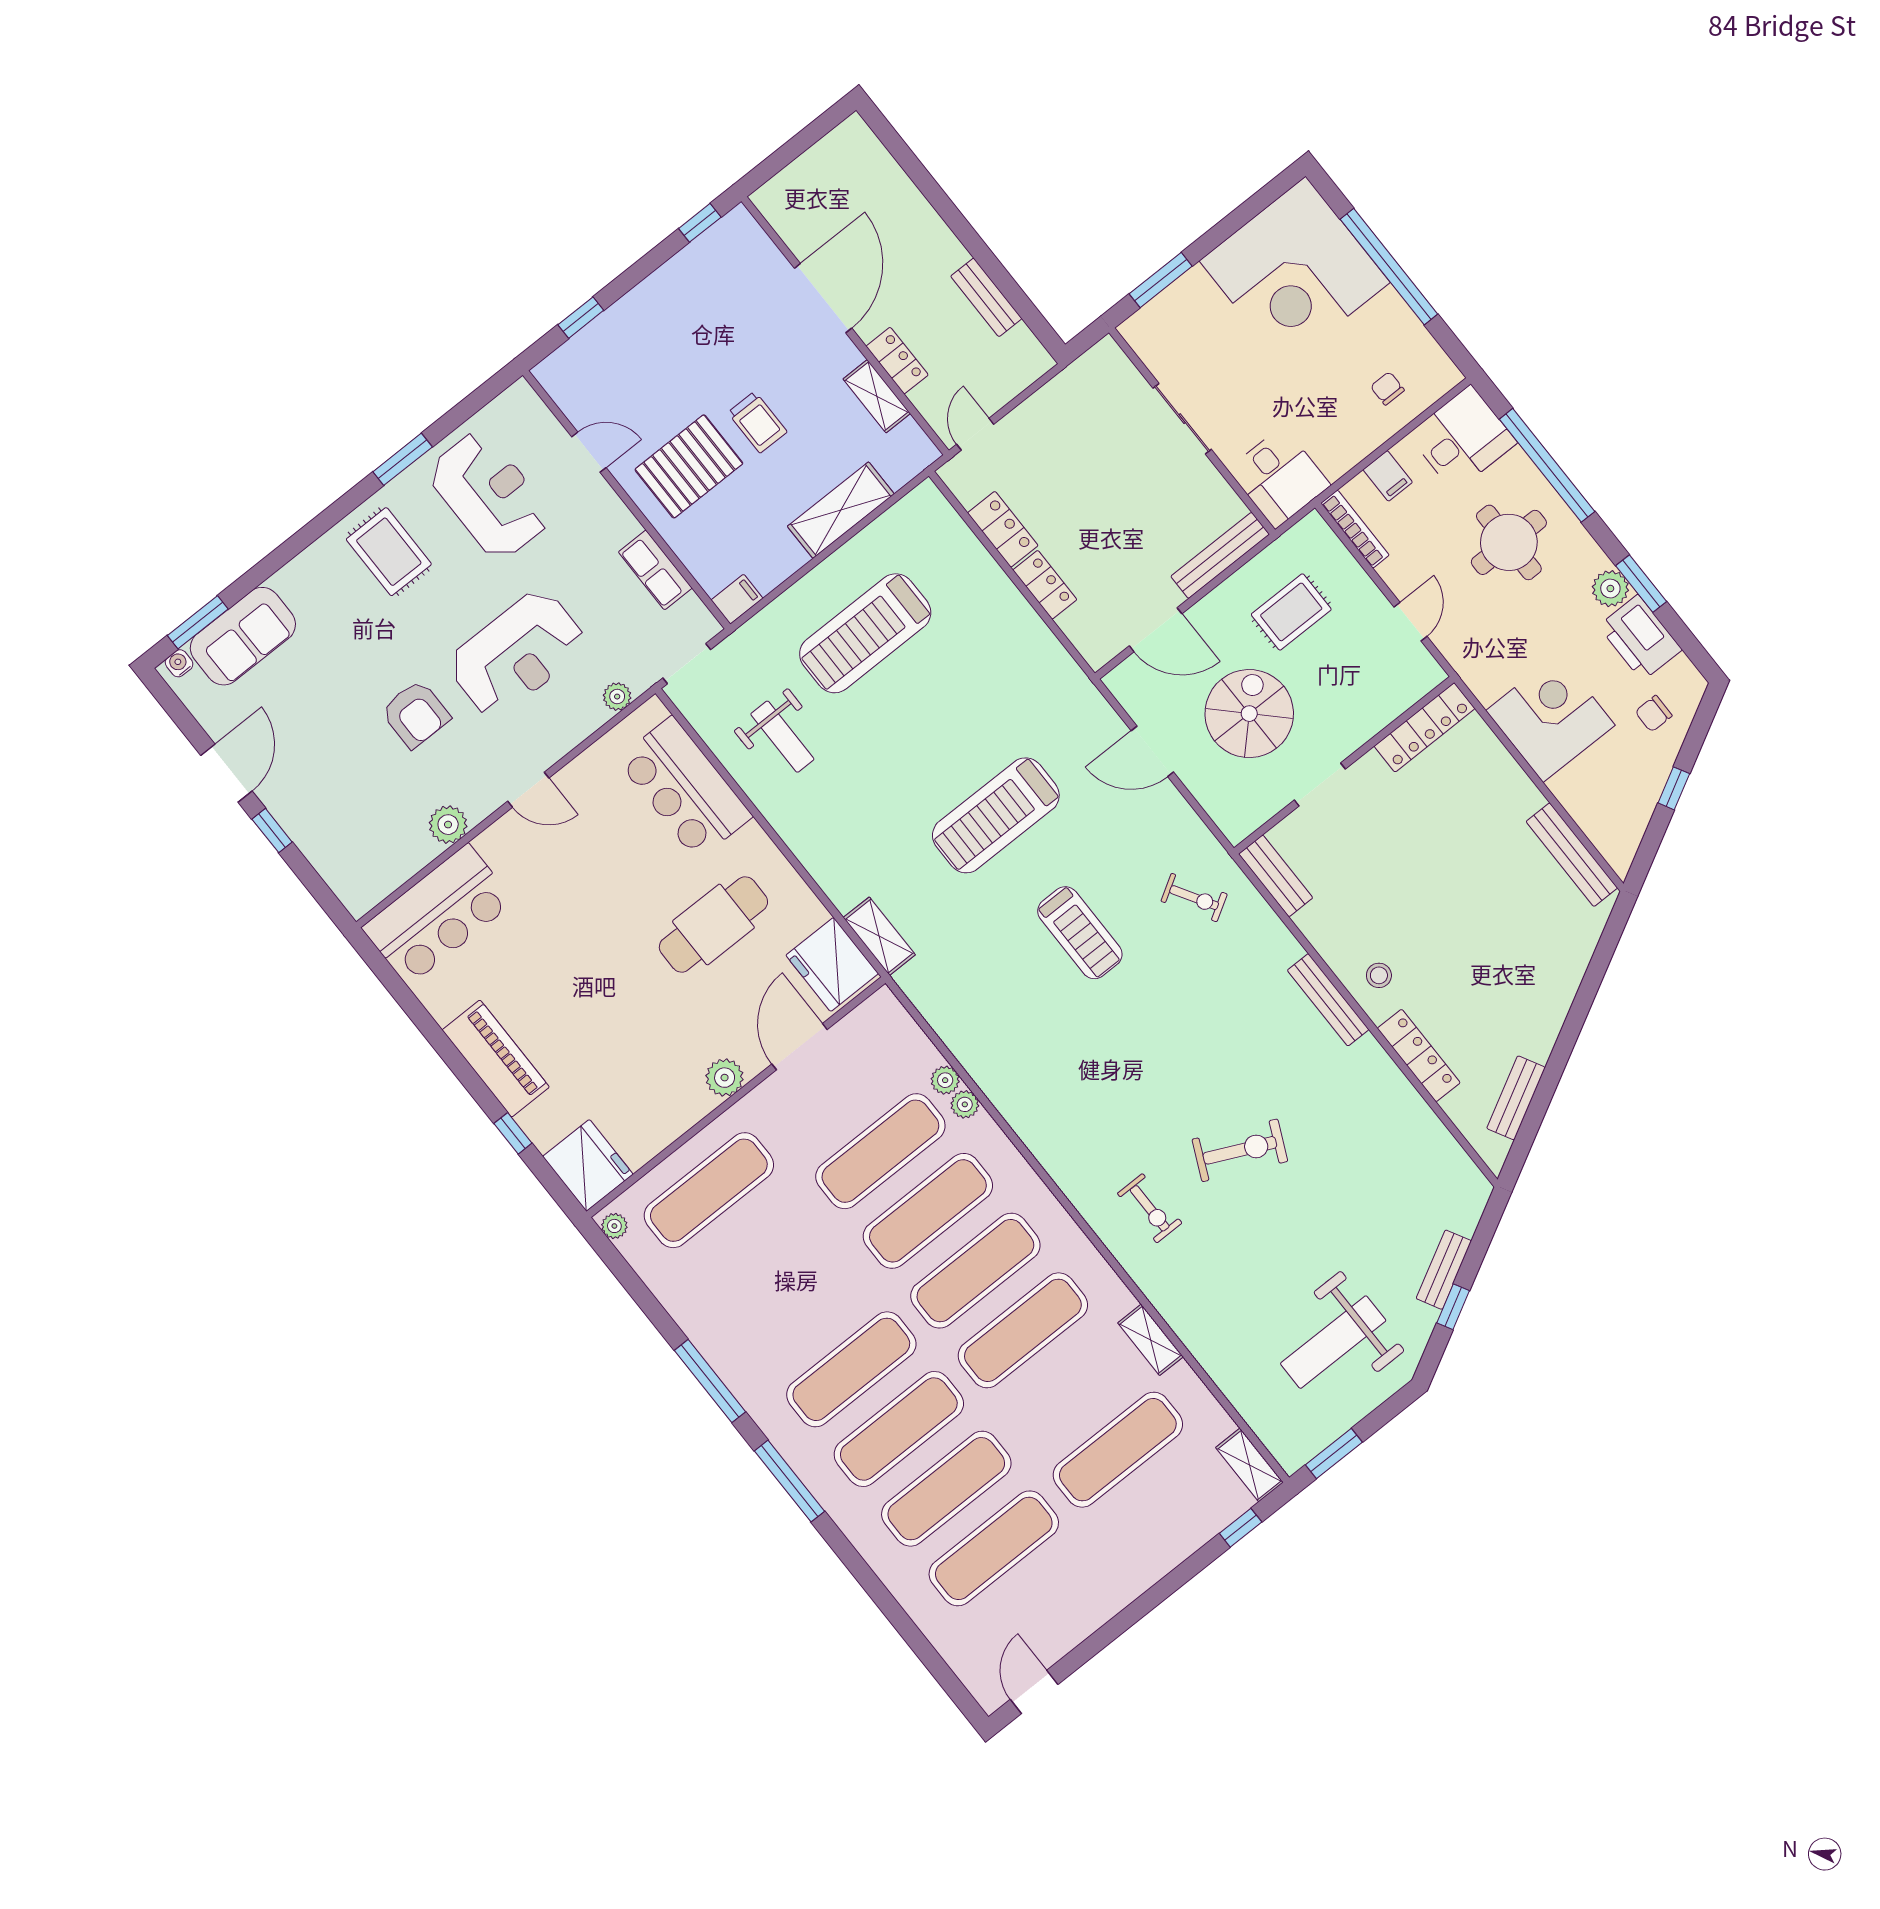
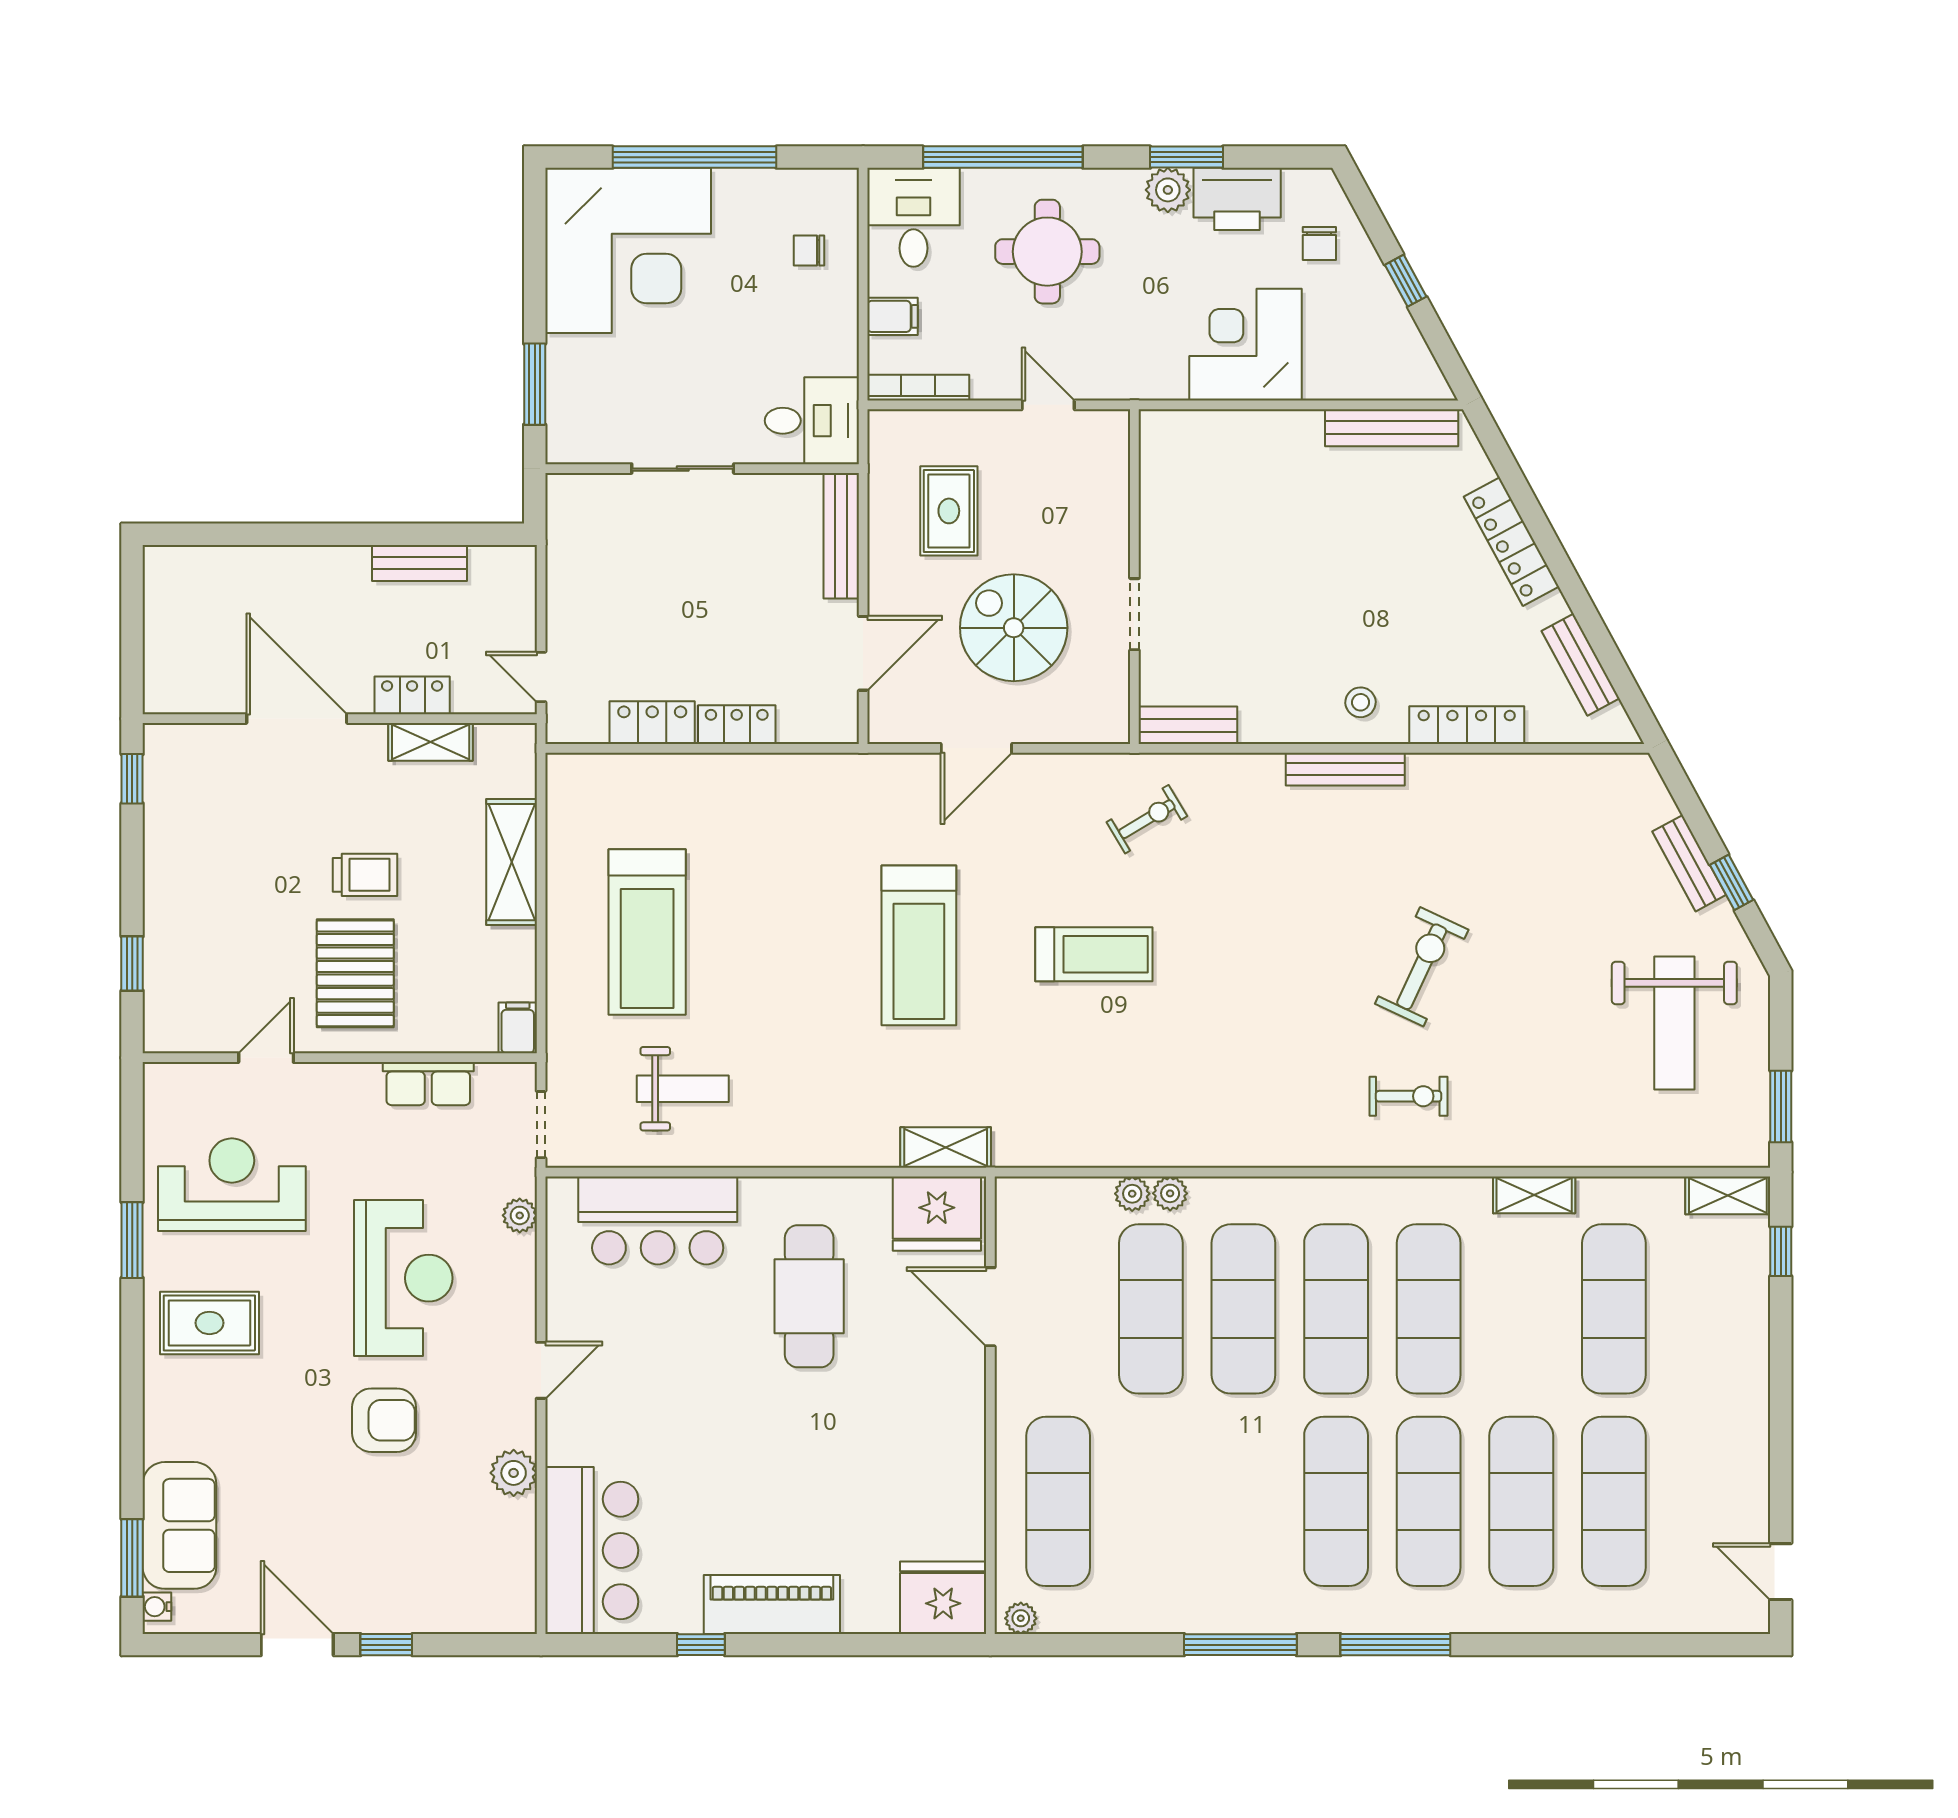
locker: (1425, 727) -> (1511, 542), moved, turned 152
plant: (725, 1078) -> (963, 1401), removed
window: (513, 1133) -> (701, 1645), moved

